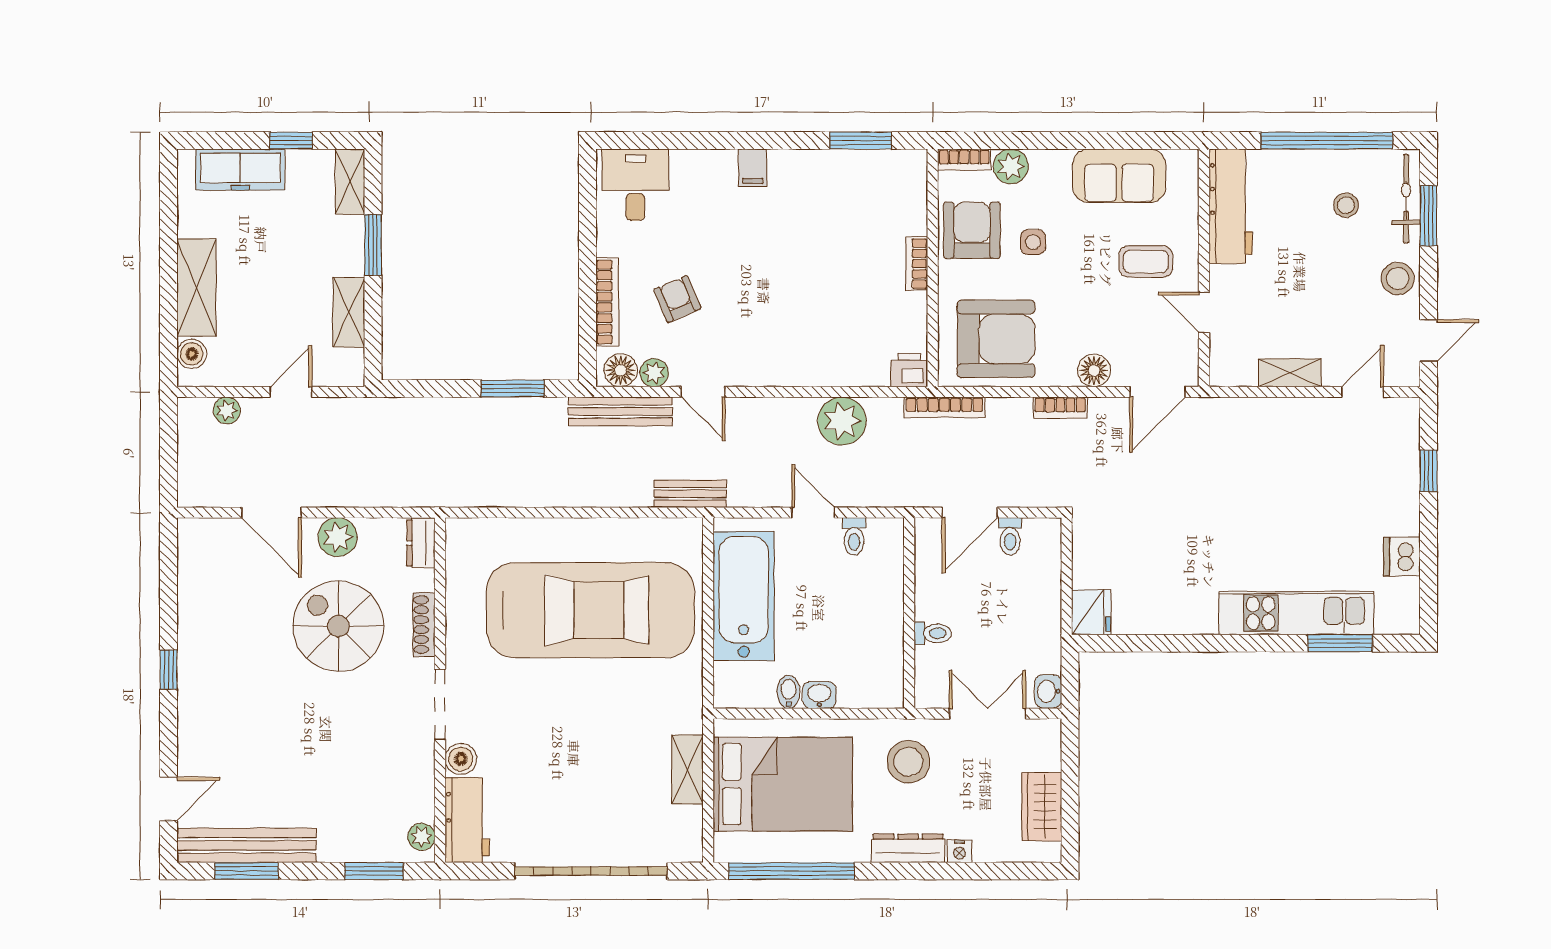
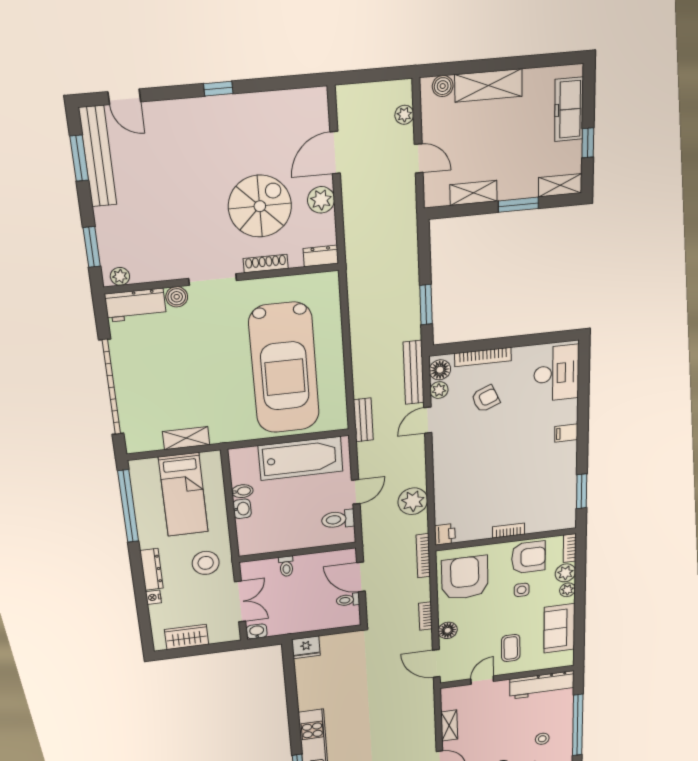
plant: (1044, 162) -> (567, 590), added
desk: (635, 185) -> (556, 373), width x1.37
armchair: (996, 339) -> (465, 578), turned 180
toilet: (854, 537) -> (338, 519), width x1.37, depth x1.39
bed: (783, 784) -> (183, 495), width x0.67

